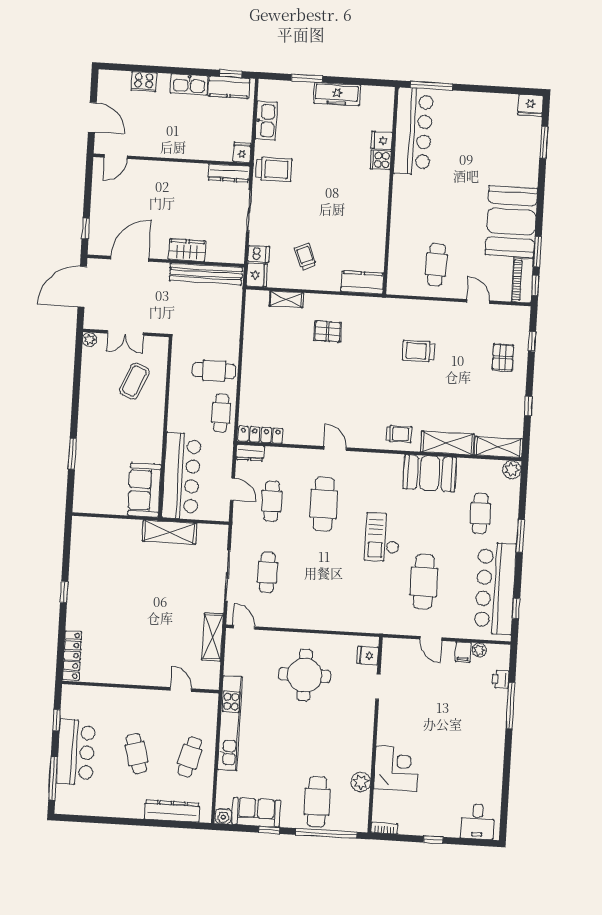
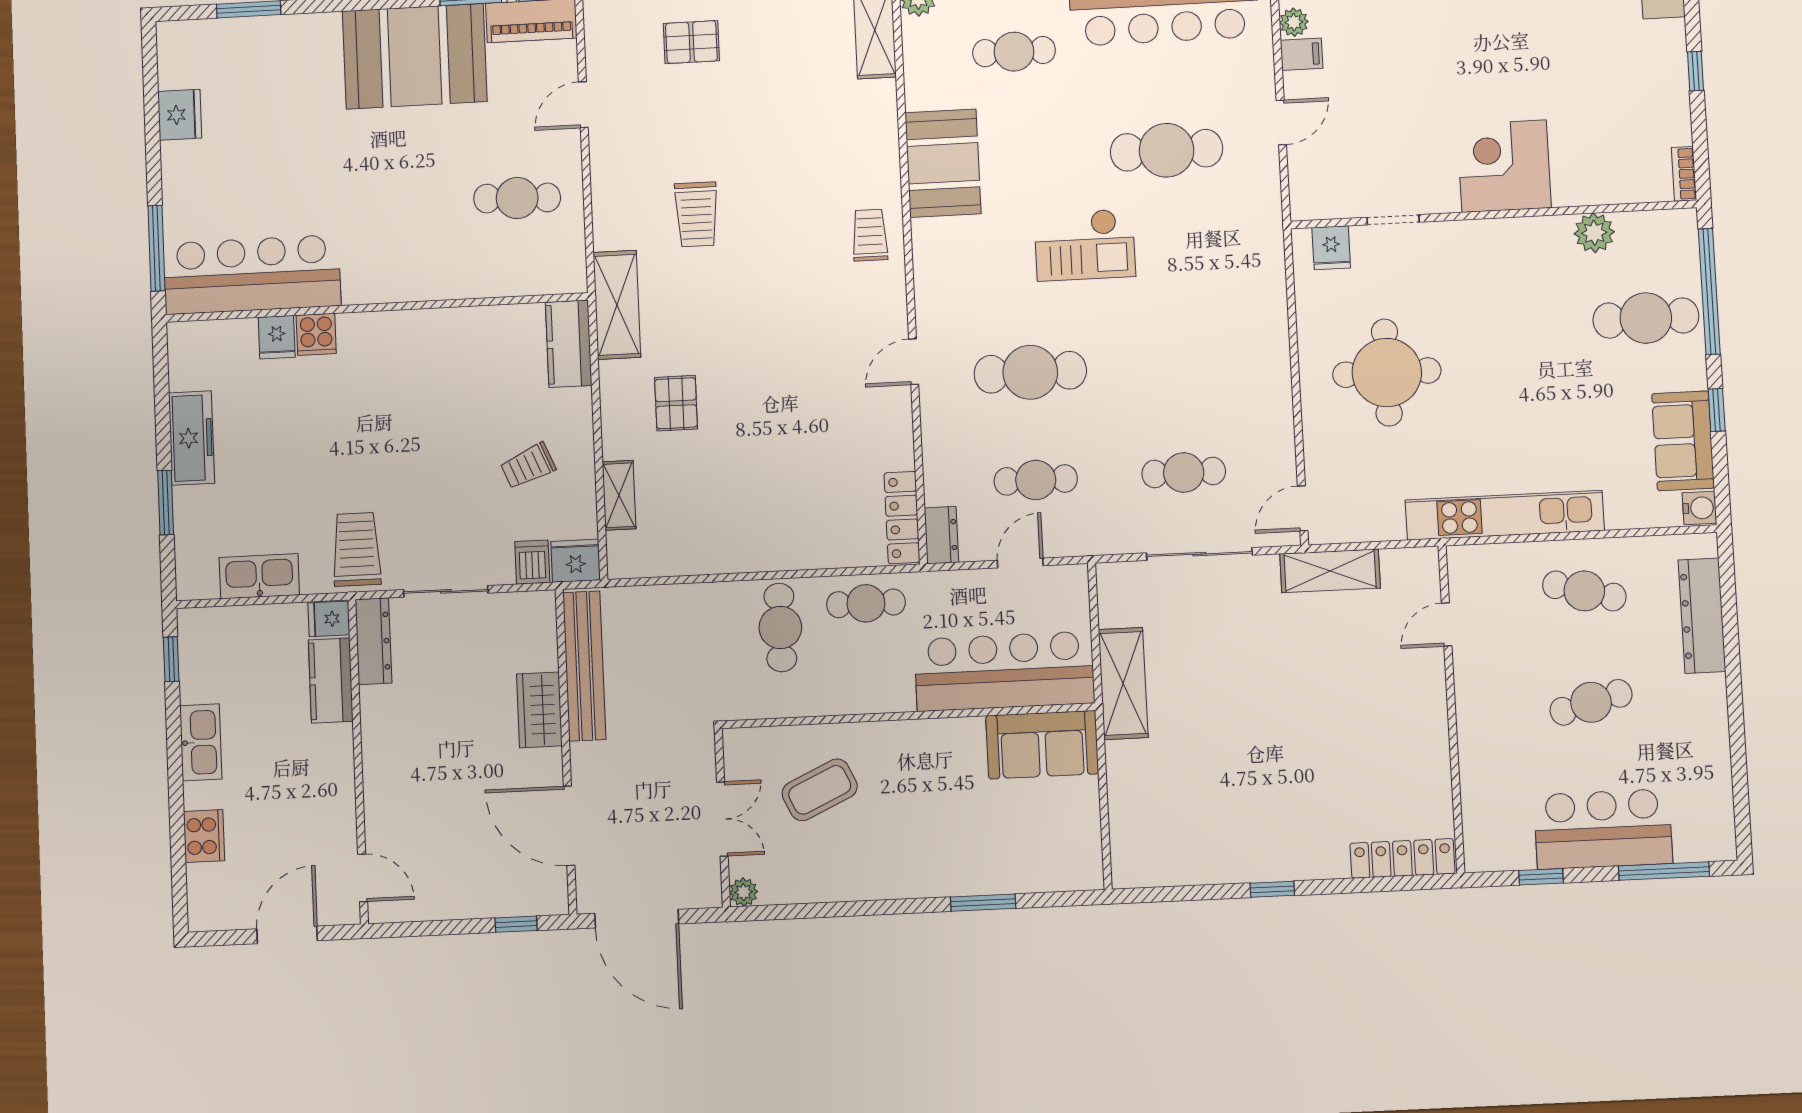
kitchen counter: (229, 87) -> (331, 681), moved, turned 180
fridge: (530, 105) -> (180, 115), moved
coffee table: (134, 381) -> (820, 790), turned -48
shelving: (447, 443) -> (617, 305), moved
corner desk: (396, 769) -> (1504, 166), moved

